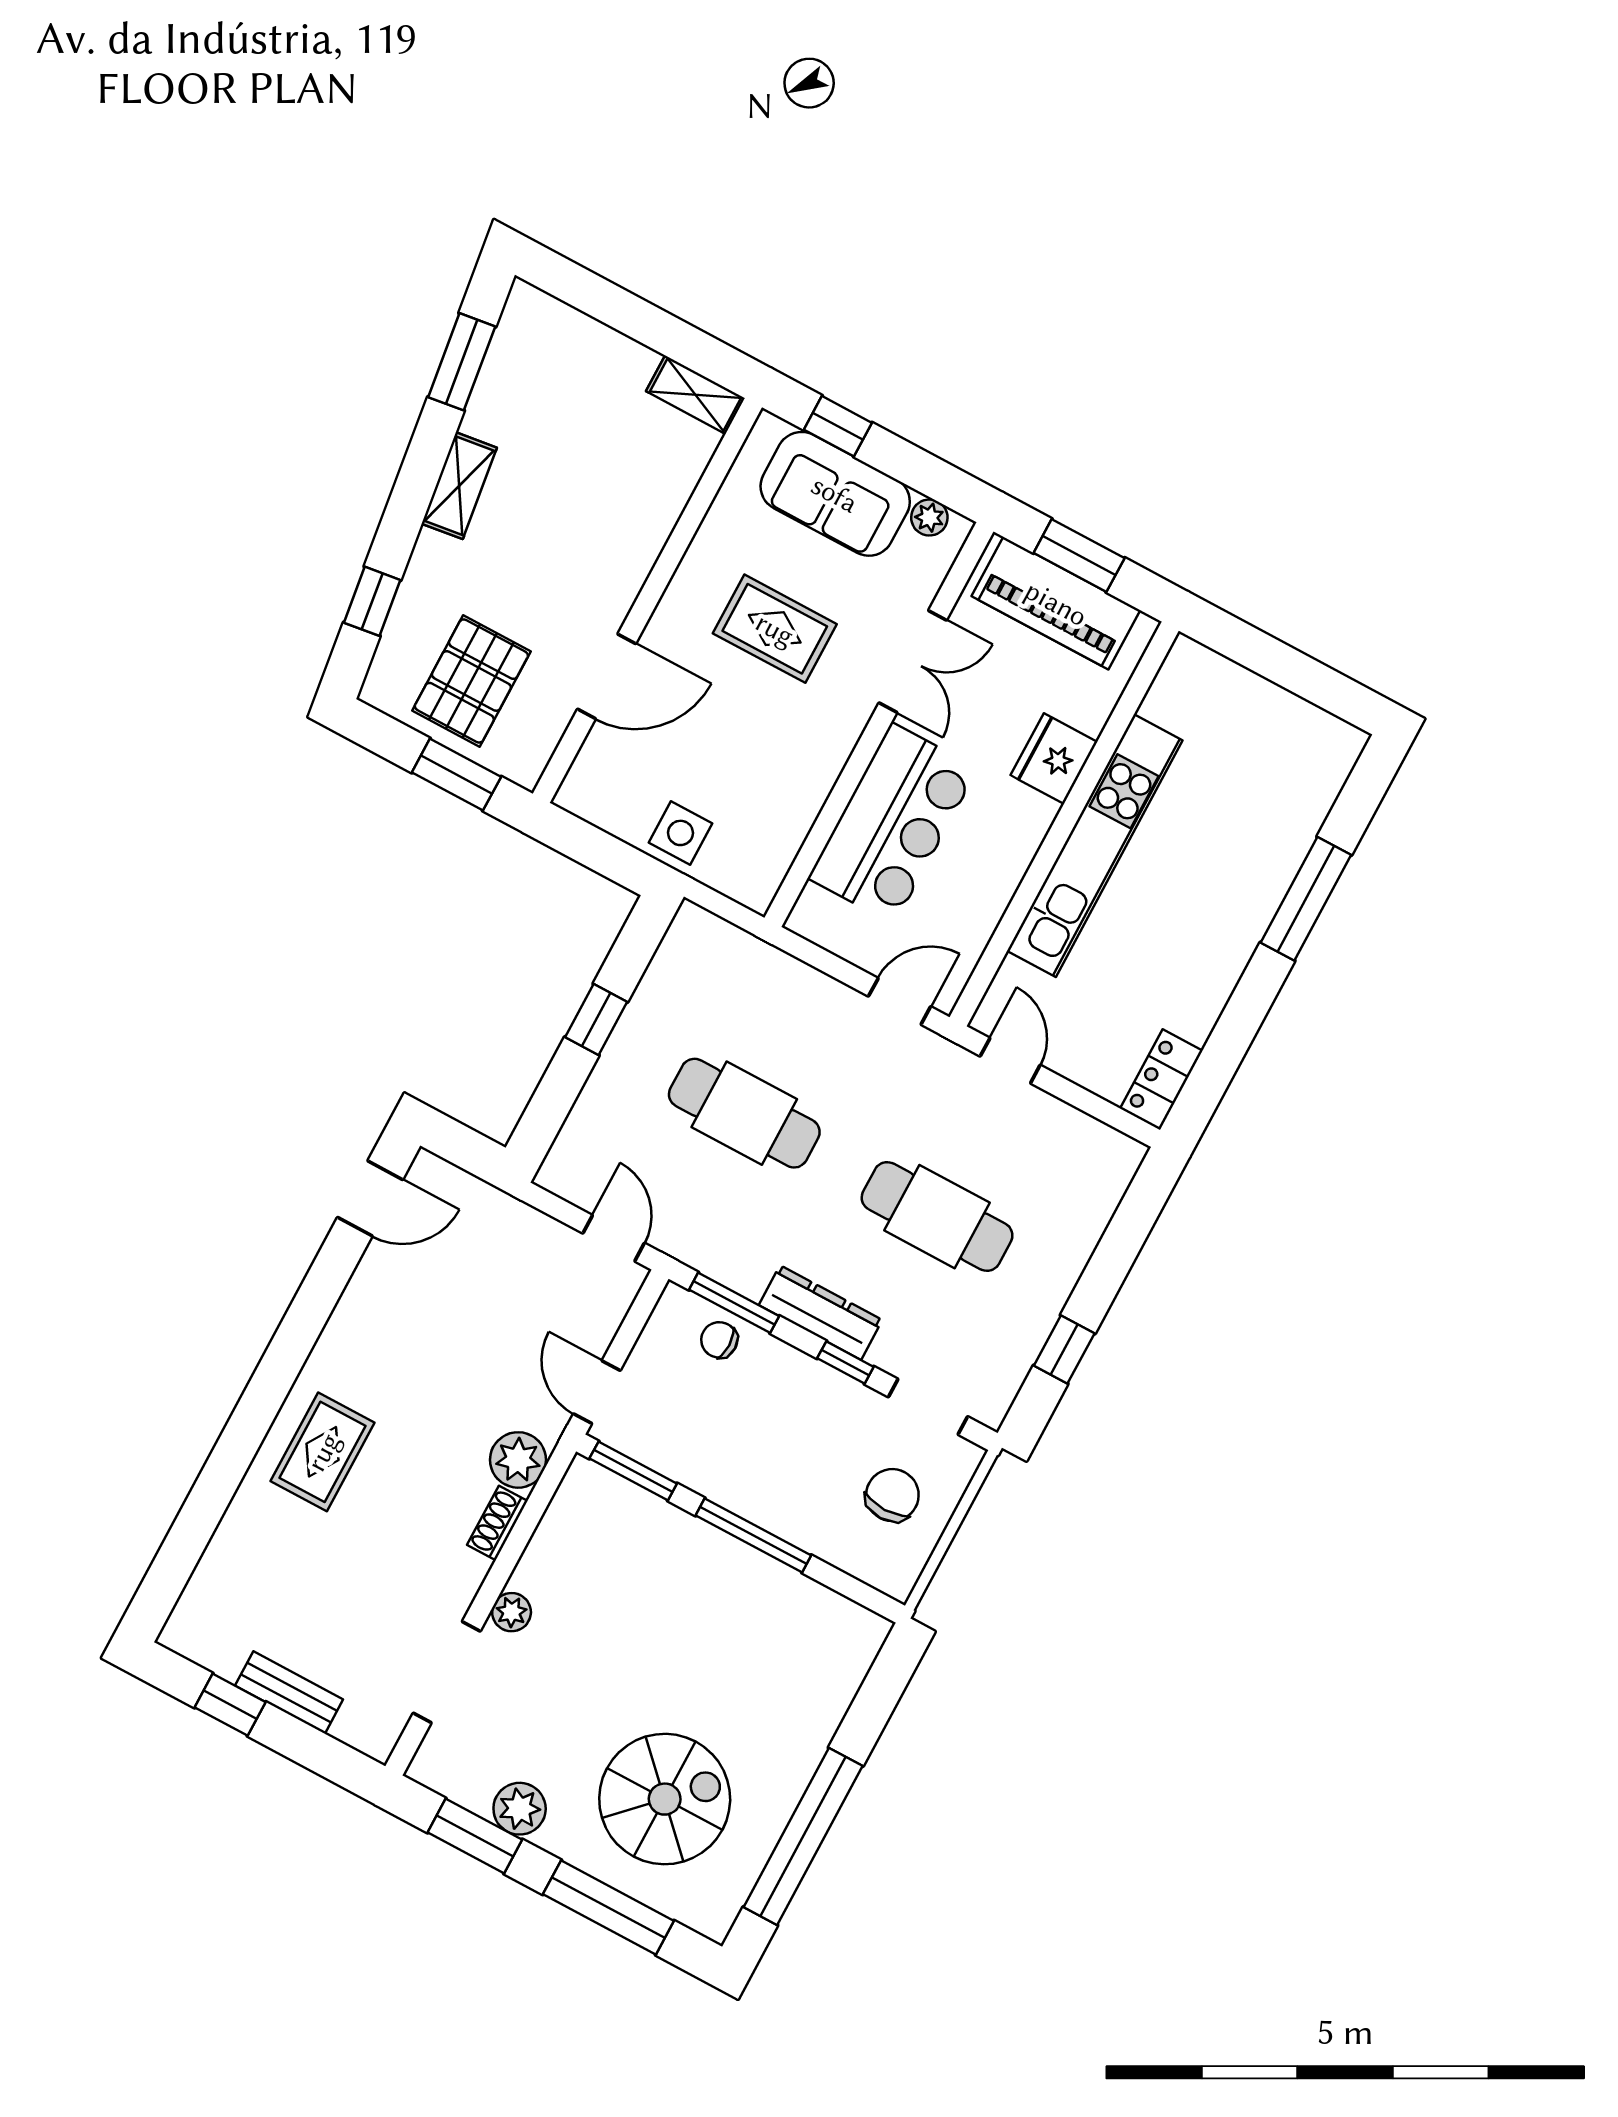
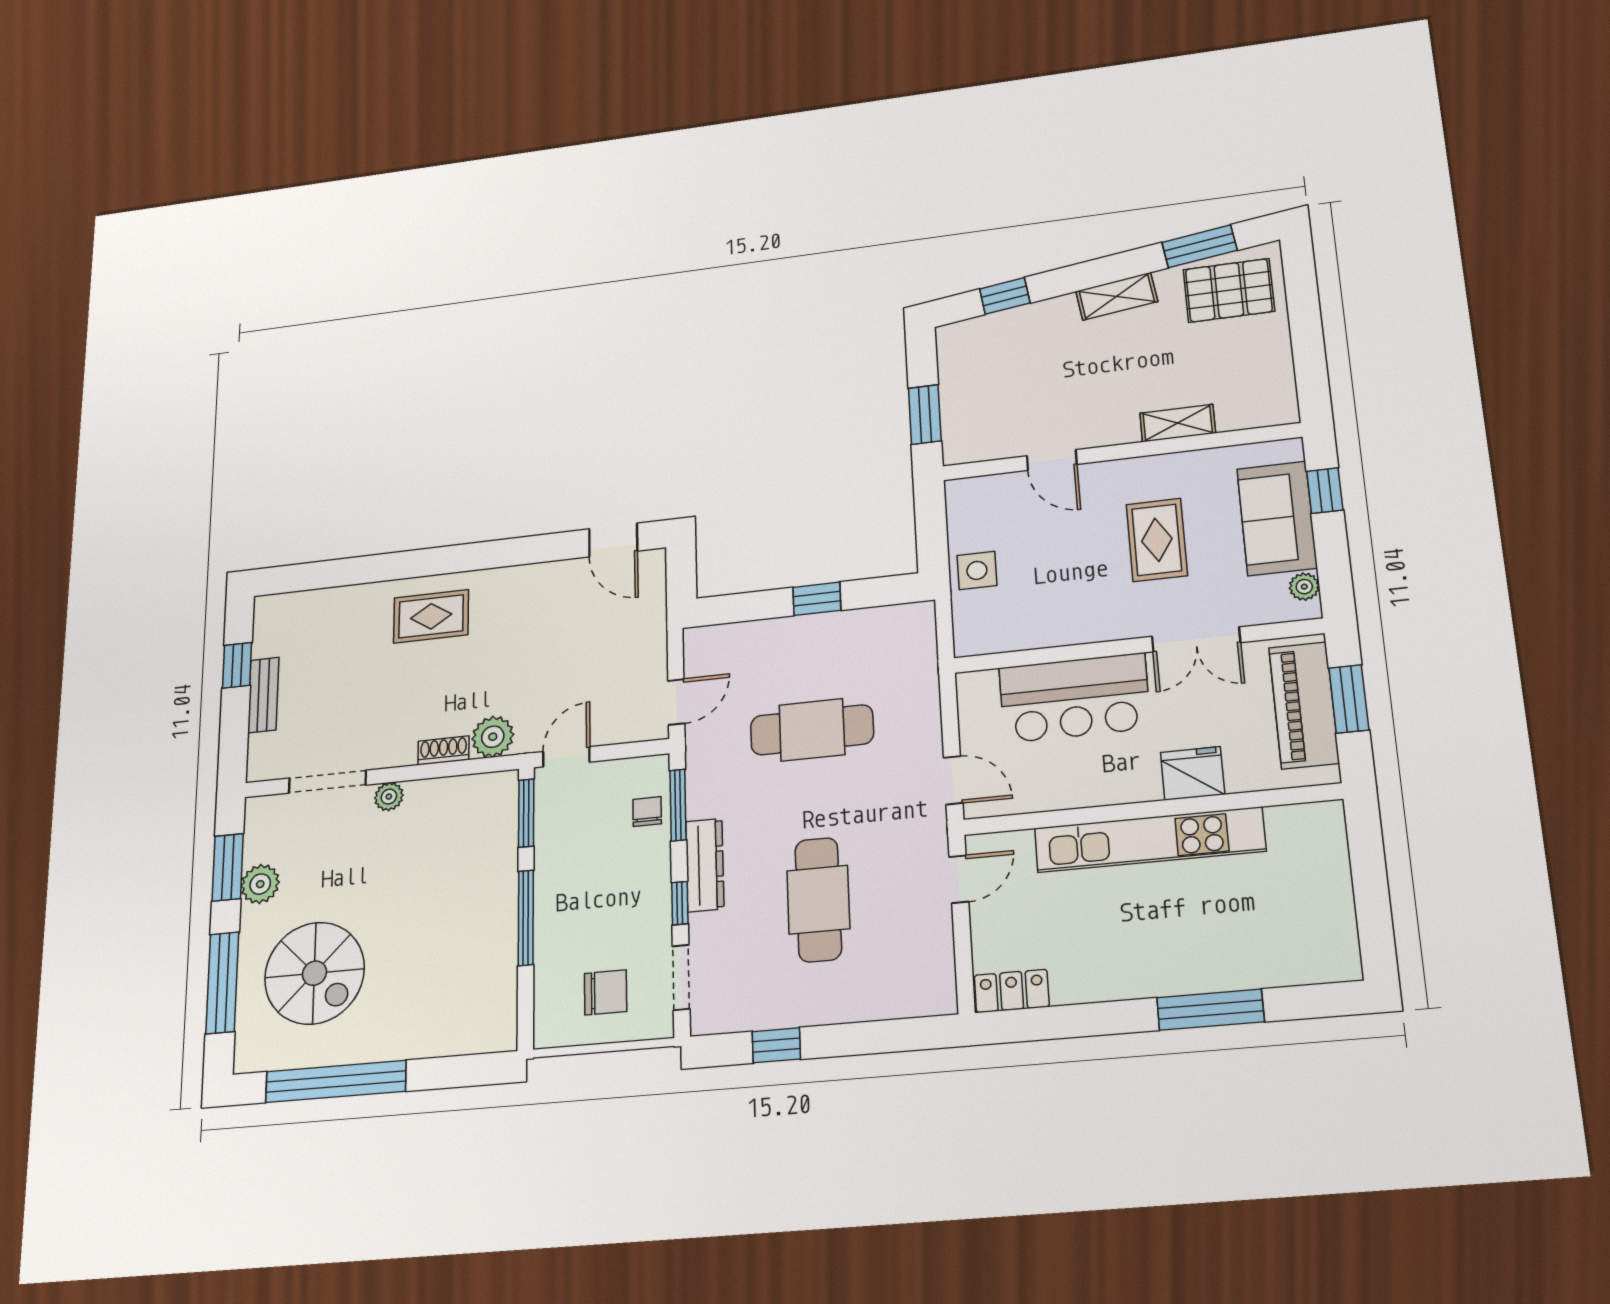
shelving: (695, 395) -> (1178, 423), moved, turned 90
door: (607, 676) -> (1052, 460), width x0.73
pallet: (471, 681) -> (1229, 290), moved
cafe table: (744, 1113) -> (812, 730), turned 90

